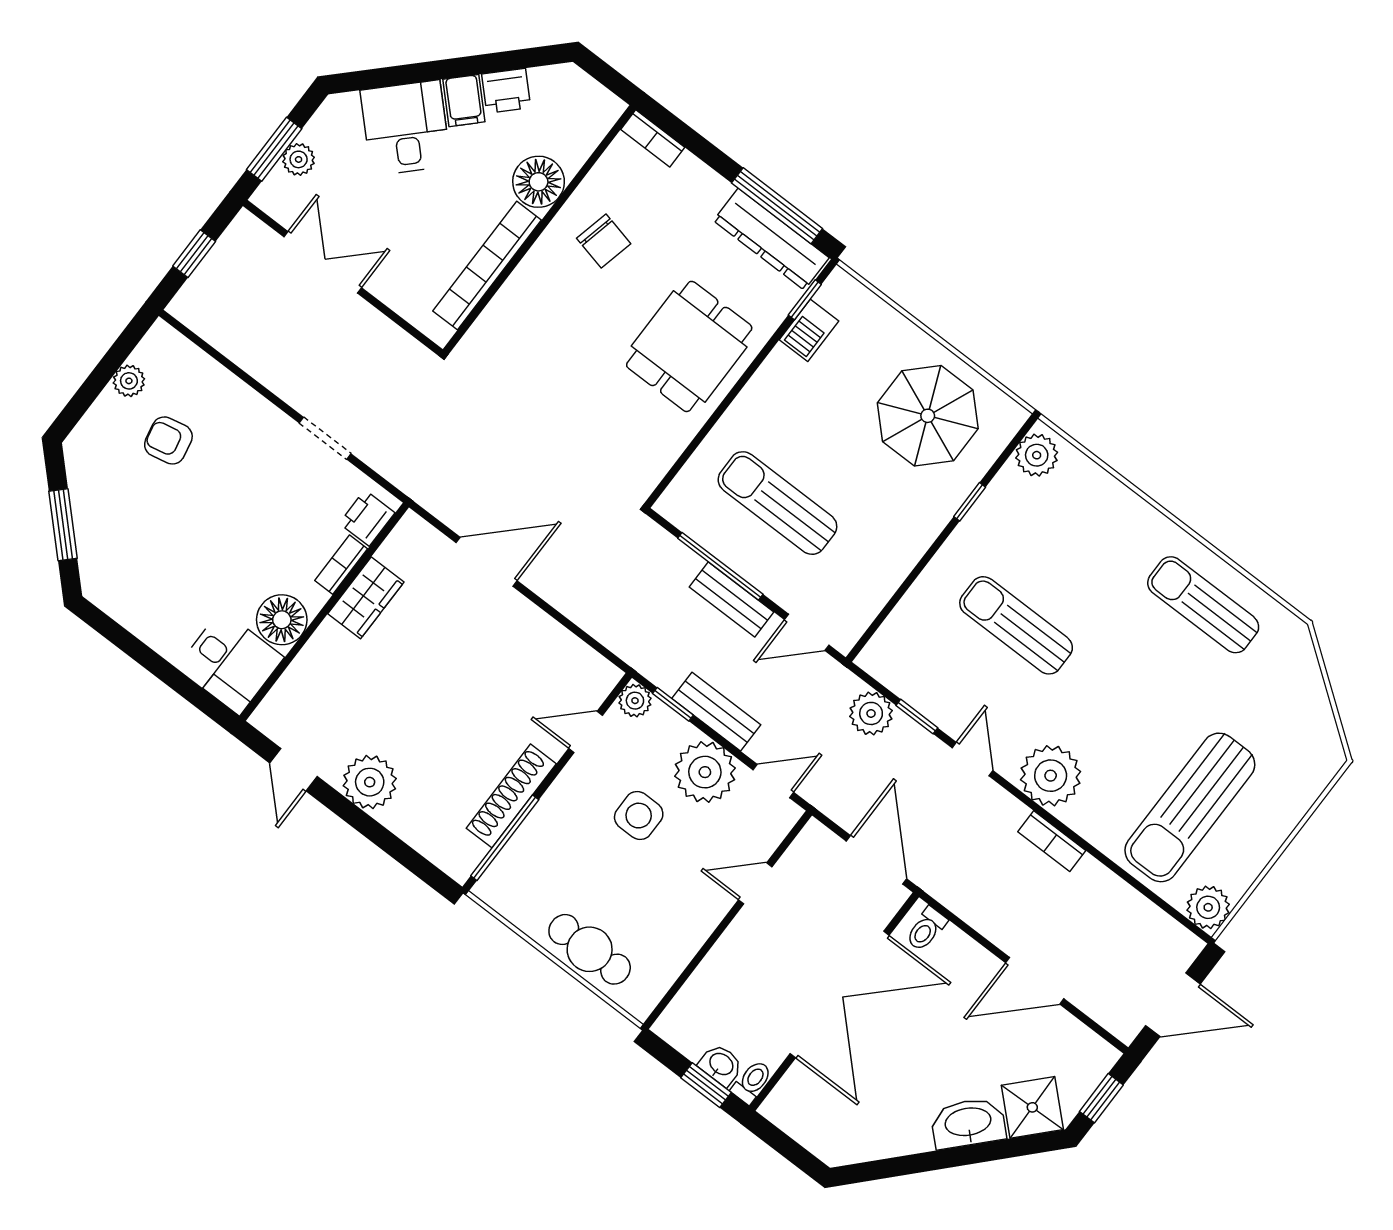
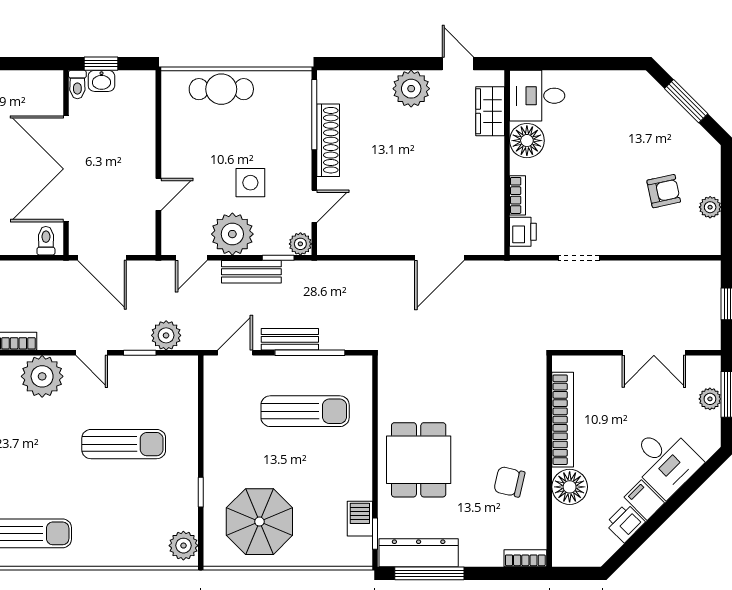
wardrobe: (366, 598) -> (490, 111), moved

